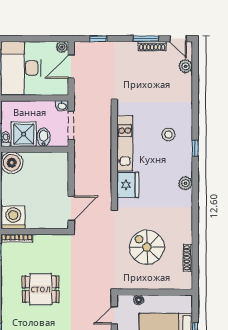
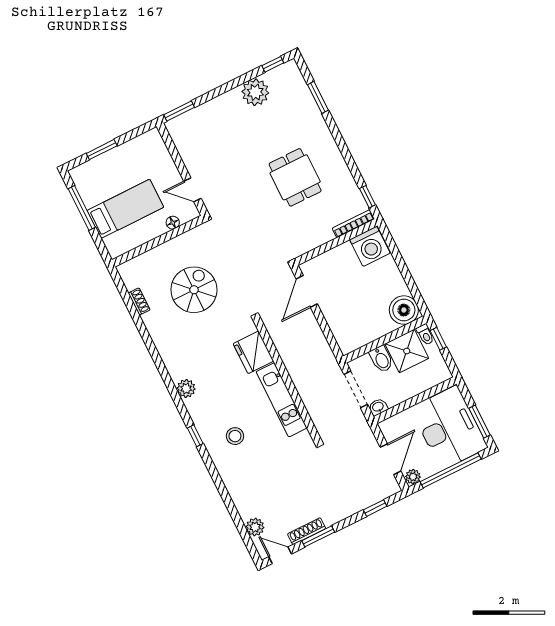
window: (34, 39) -> (451, 470), added
spiral stairs: (147, 247) -> (194, 290), turned -90
shoe rack: (188, 258) -> (139, 301), width x0.70
dining table: (41, 289) -> (295, 177), turned 90
door: (114, 315) -> (192, 190), swing flipped

